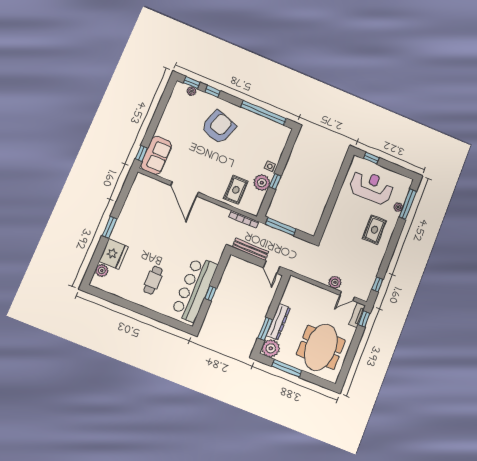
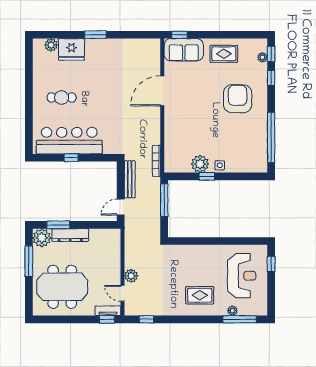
armchair: (219, 127) -> (238, 99), turned -109
rug: (236, 190) -> (224, 54), moved

